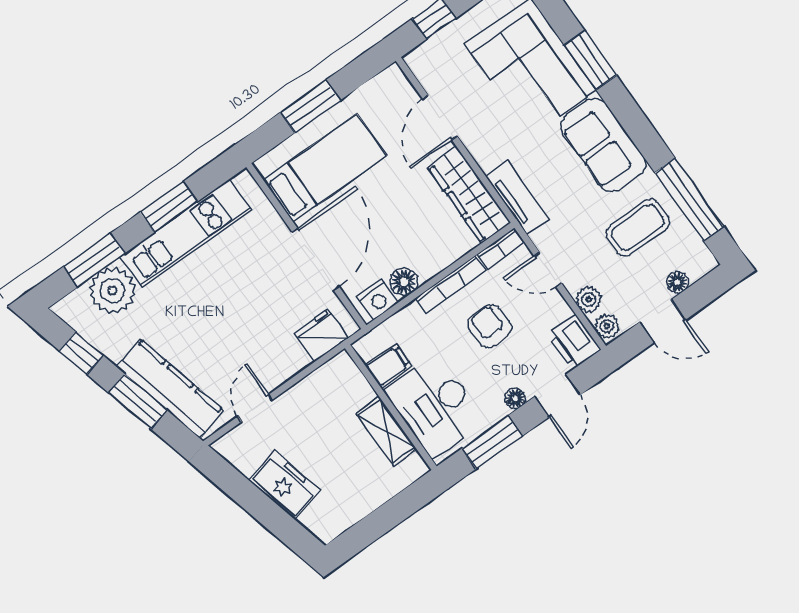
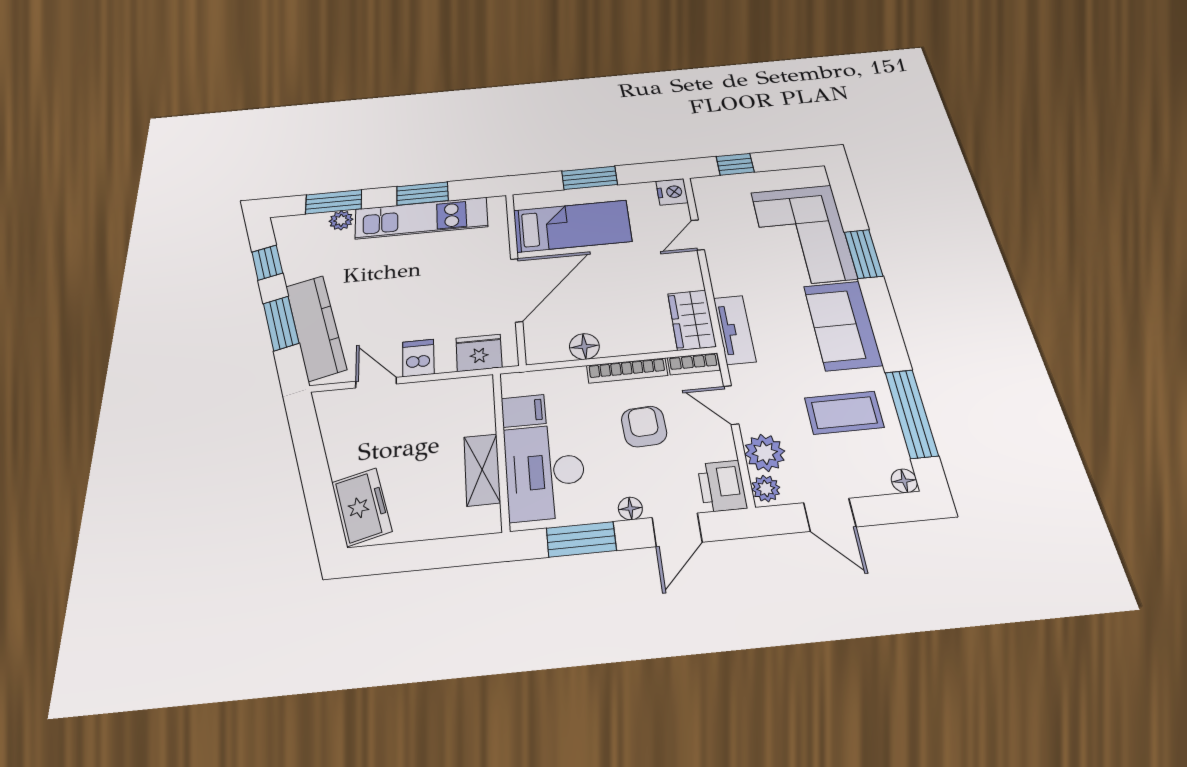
door: (440, 117) -> (698, 235), width x0.73
wardrobe: (469, 195) -> (692, 320), width x0.67
floor lamp: (677, 282) -> (904, 481), moved
plant: (112, 291) -> (341, 220), width x0.53, depth x0.53
nightstand: (377, 300) -> (672, 192), moved, turned -90
plant: (589, 300) -> (765, 453), width x1.38, depth x1.38
dishwasher: (275, 368) -> (418, 358), added
door: (255, 408) -> (376, 383), hinge flipped
freezer: (285, 485) -> (362, 507), moved

